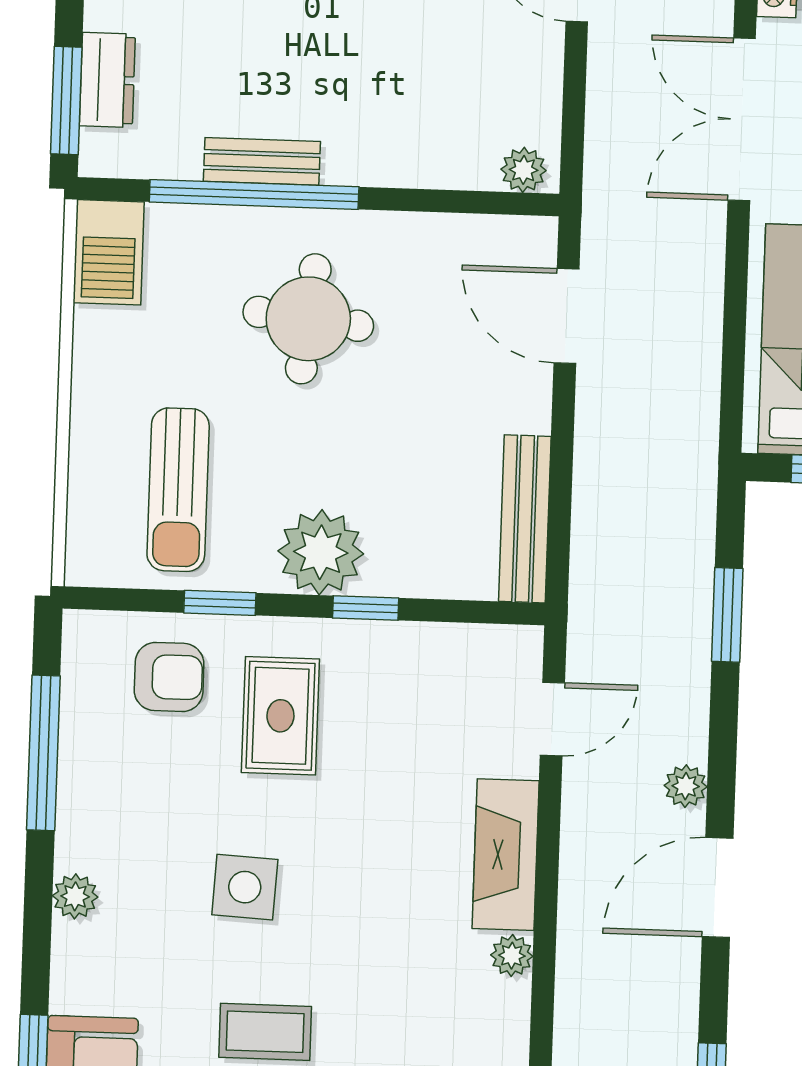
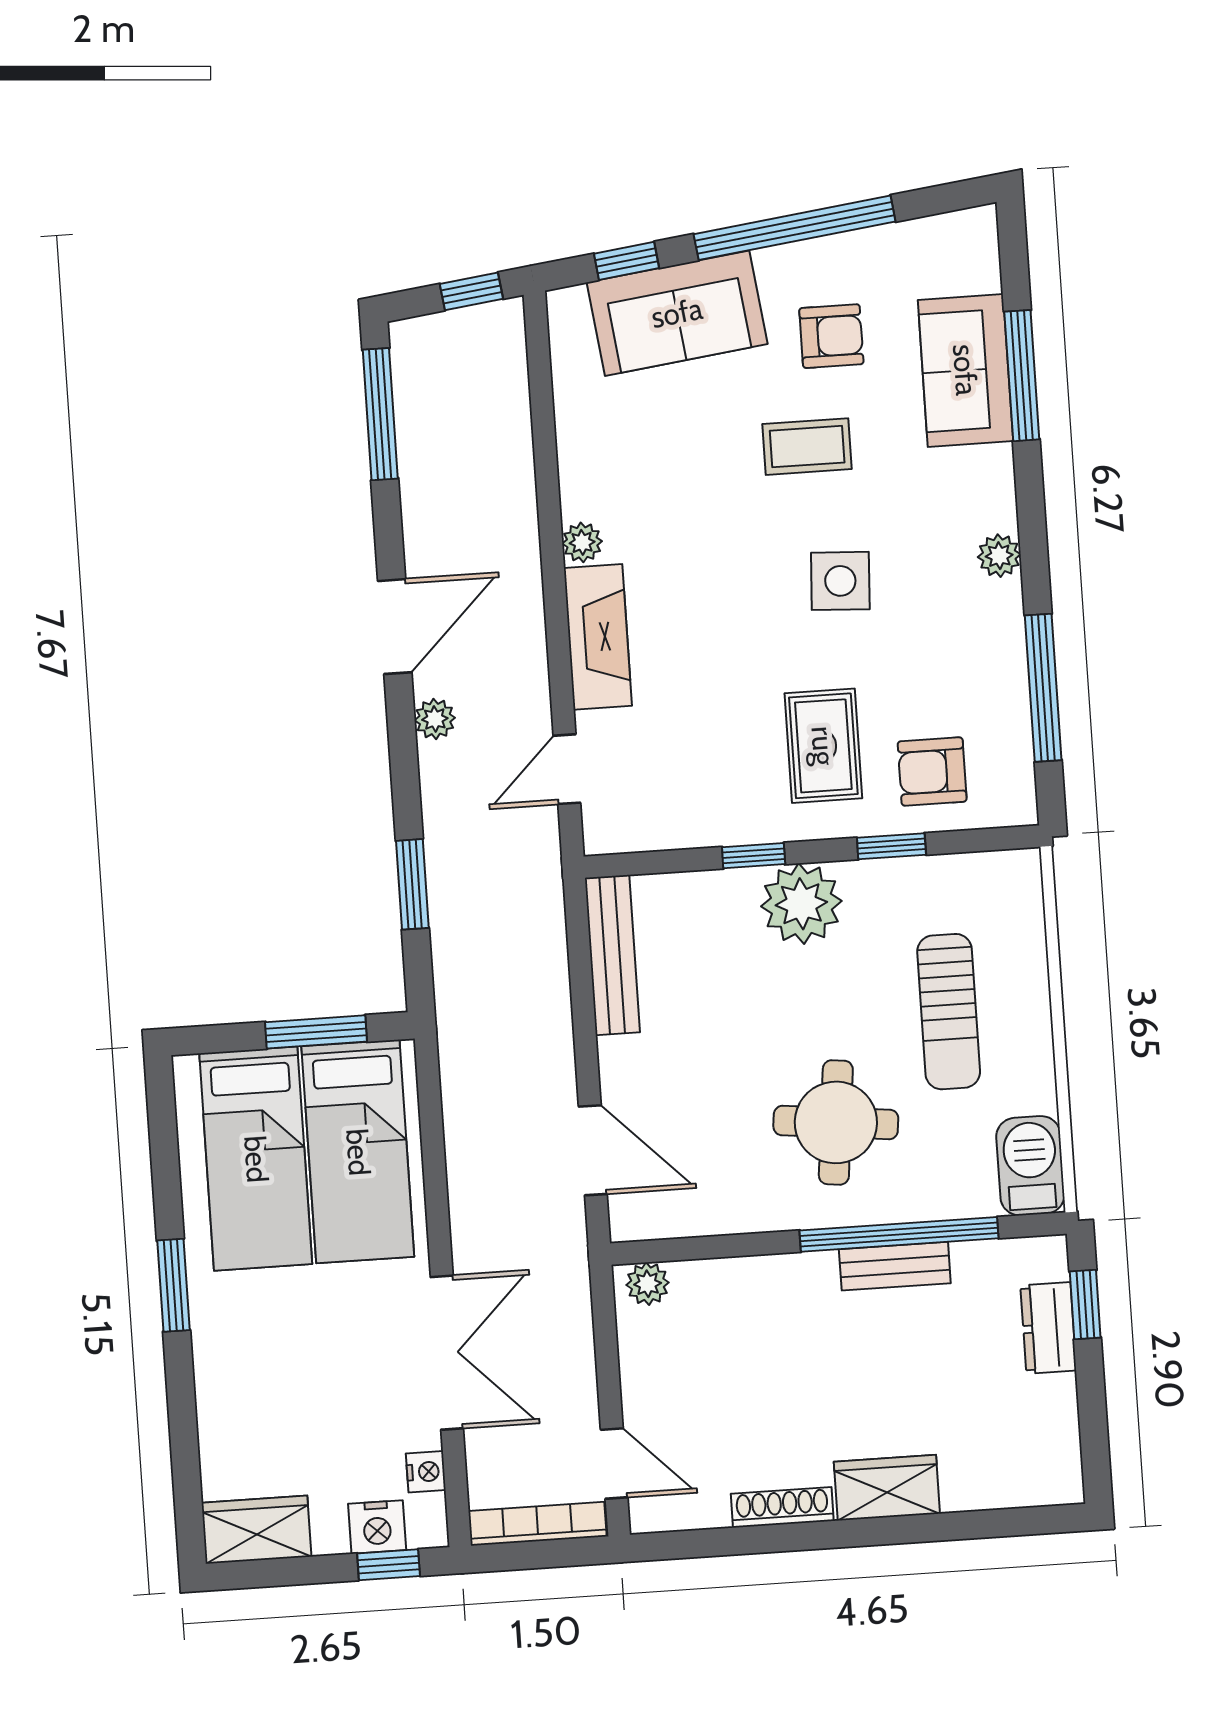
window: (66, 101) -> (1085, 1305), width x0.67
sun lounger: (178, 490) -> (949, 1012), moved, turned 180

